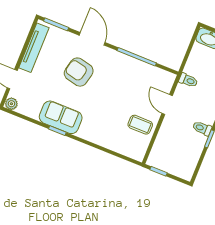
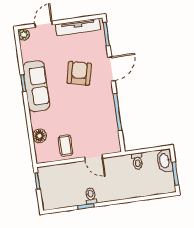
toilet: (188, 80) -> (137, 161), moved
door: (167, 105) -> (94, 158), swing flipped
sofa: (61, 117) -> (36, 86), width x1.36
floor lamp: (117, 144) -> (39, 136), added

